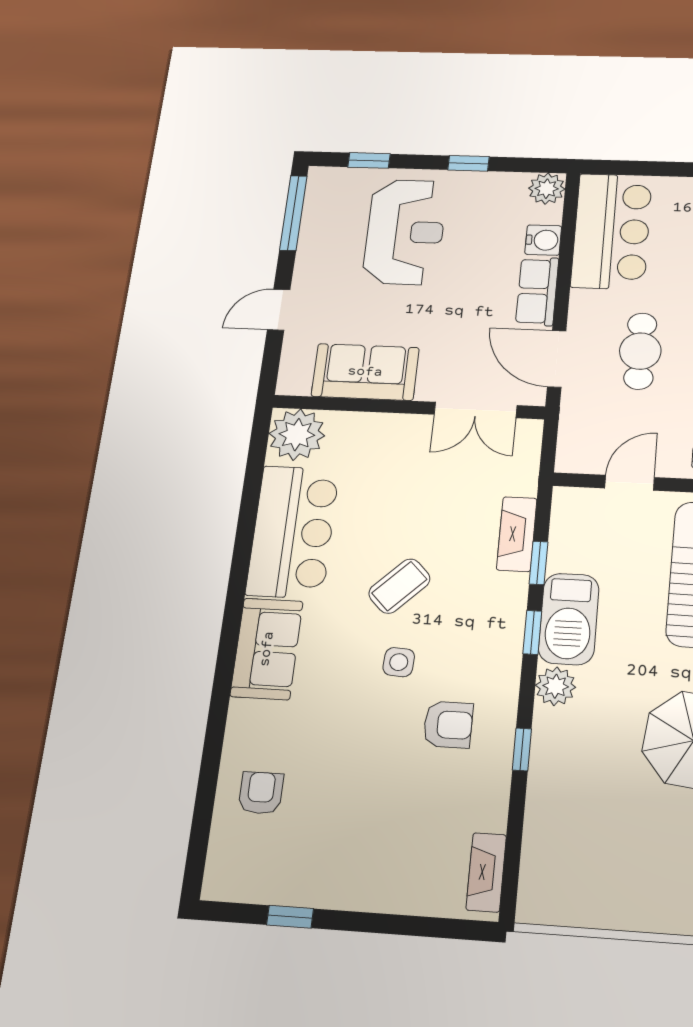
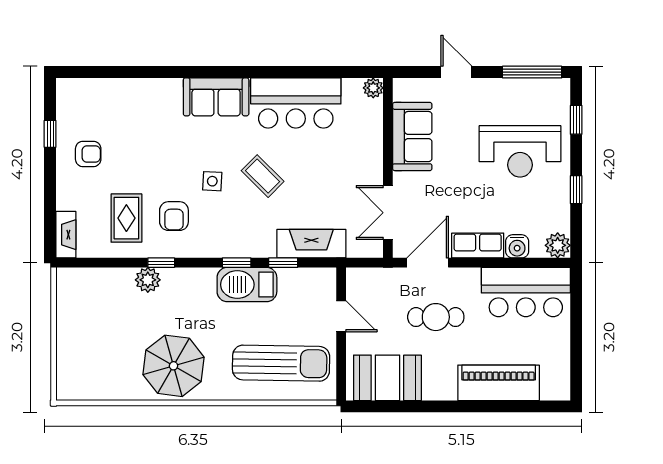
plant: (297, 435) -> (373, 88), width x0.53, depth x0.53
fireplace: (517, 534) -> (311, 244), width x1.37, depth x1.32
plant: (556, 686) -> (148, 280), moved
armchair: (261, 793) -> (88, 154), moved
rug: (444, 801) -> (126, 218), added
fireplace: (486, 872) -> (66, 235), moved, turned 90

